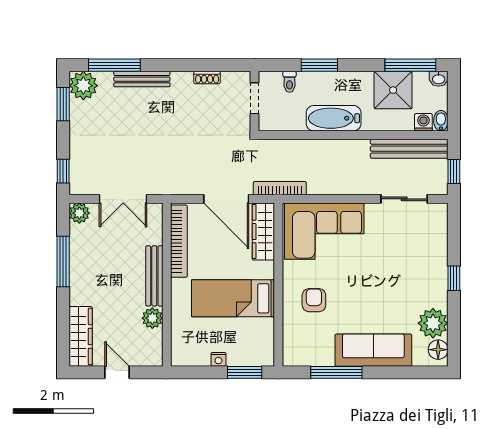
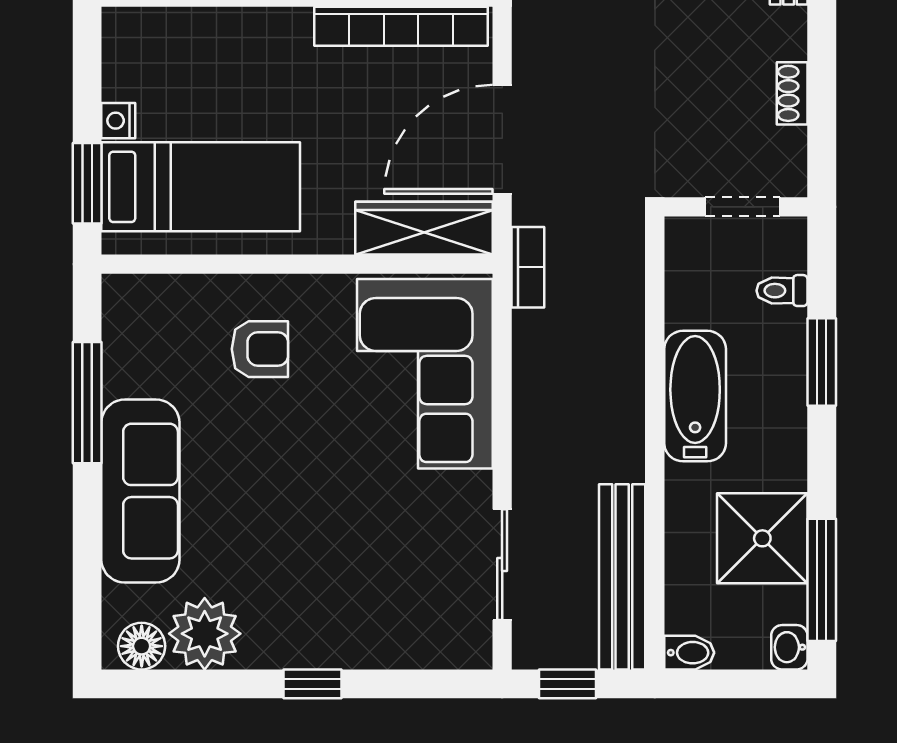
washing machine: (423, 122) -> (685, 611), removed
bookcase: (280, 188) -> (528, 267), width x0.64
bed: (233, 298) -> (201, 187), moved, turned 90

